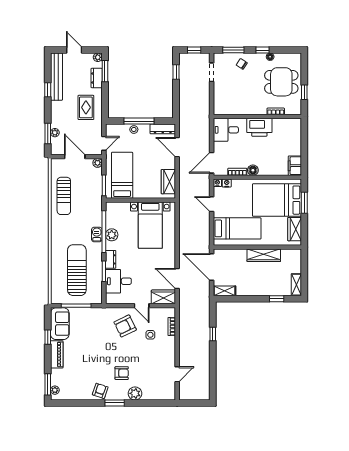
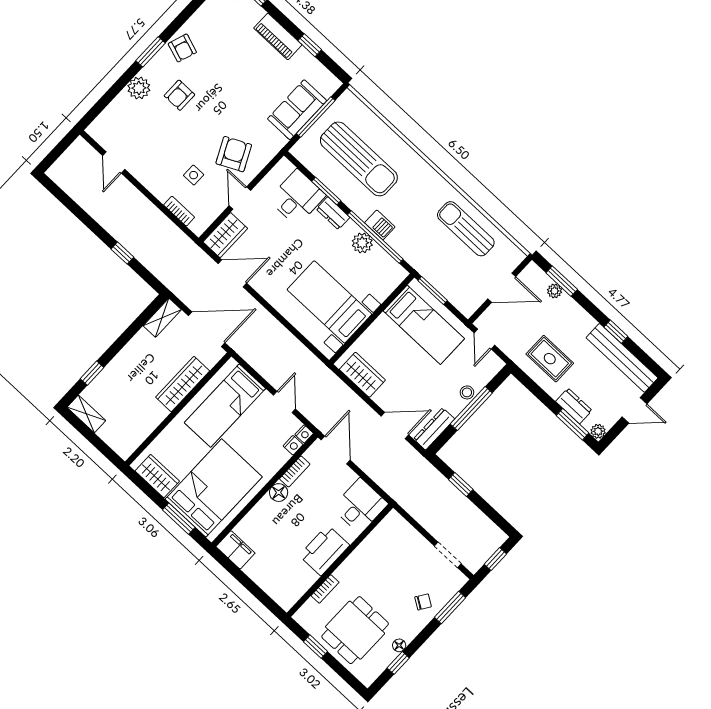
window: (263, 50) -> (398, 663), moved
window: (176, 72) -> (461, 485), moved
plant: (98, 163) -> (468, 309), removed
door: (212, 204) -> (284, 402), hinge flipped
wardrobe: (264, 255) -> (183, 384), moved
door: (142, 306) -> (240, 198), hinge flipped
sofa: (60, 324) -> (297, 110), moved, turned 90

